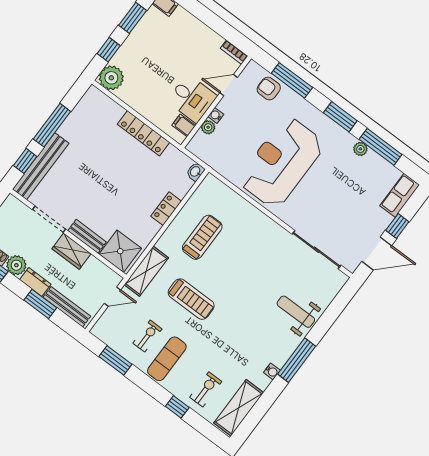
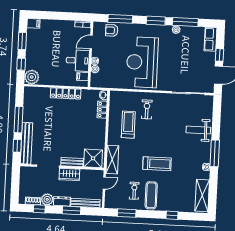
locker: (166, 209) -> (102, 110), moved
treadmill: (191, 299) -> (157, 164), moved
exercise bike: (206, 389) -> (147, 109), moved

